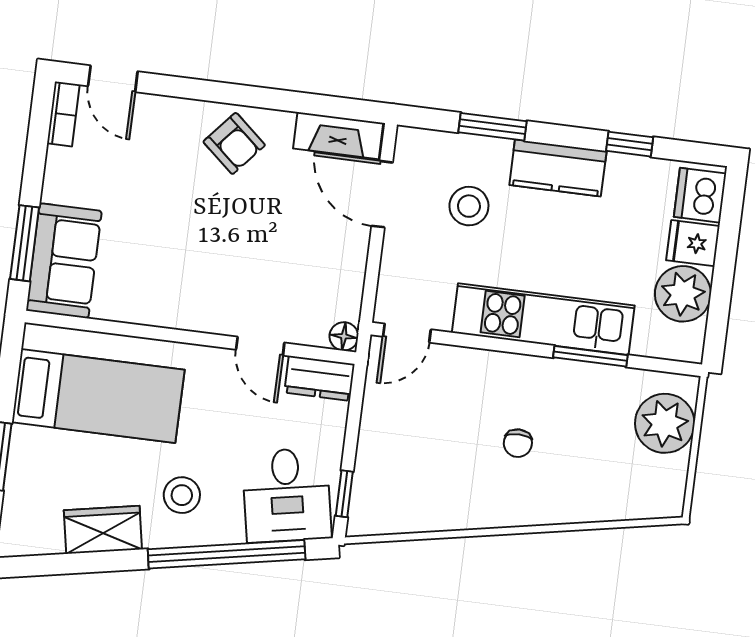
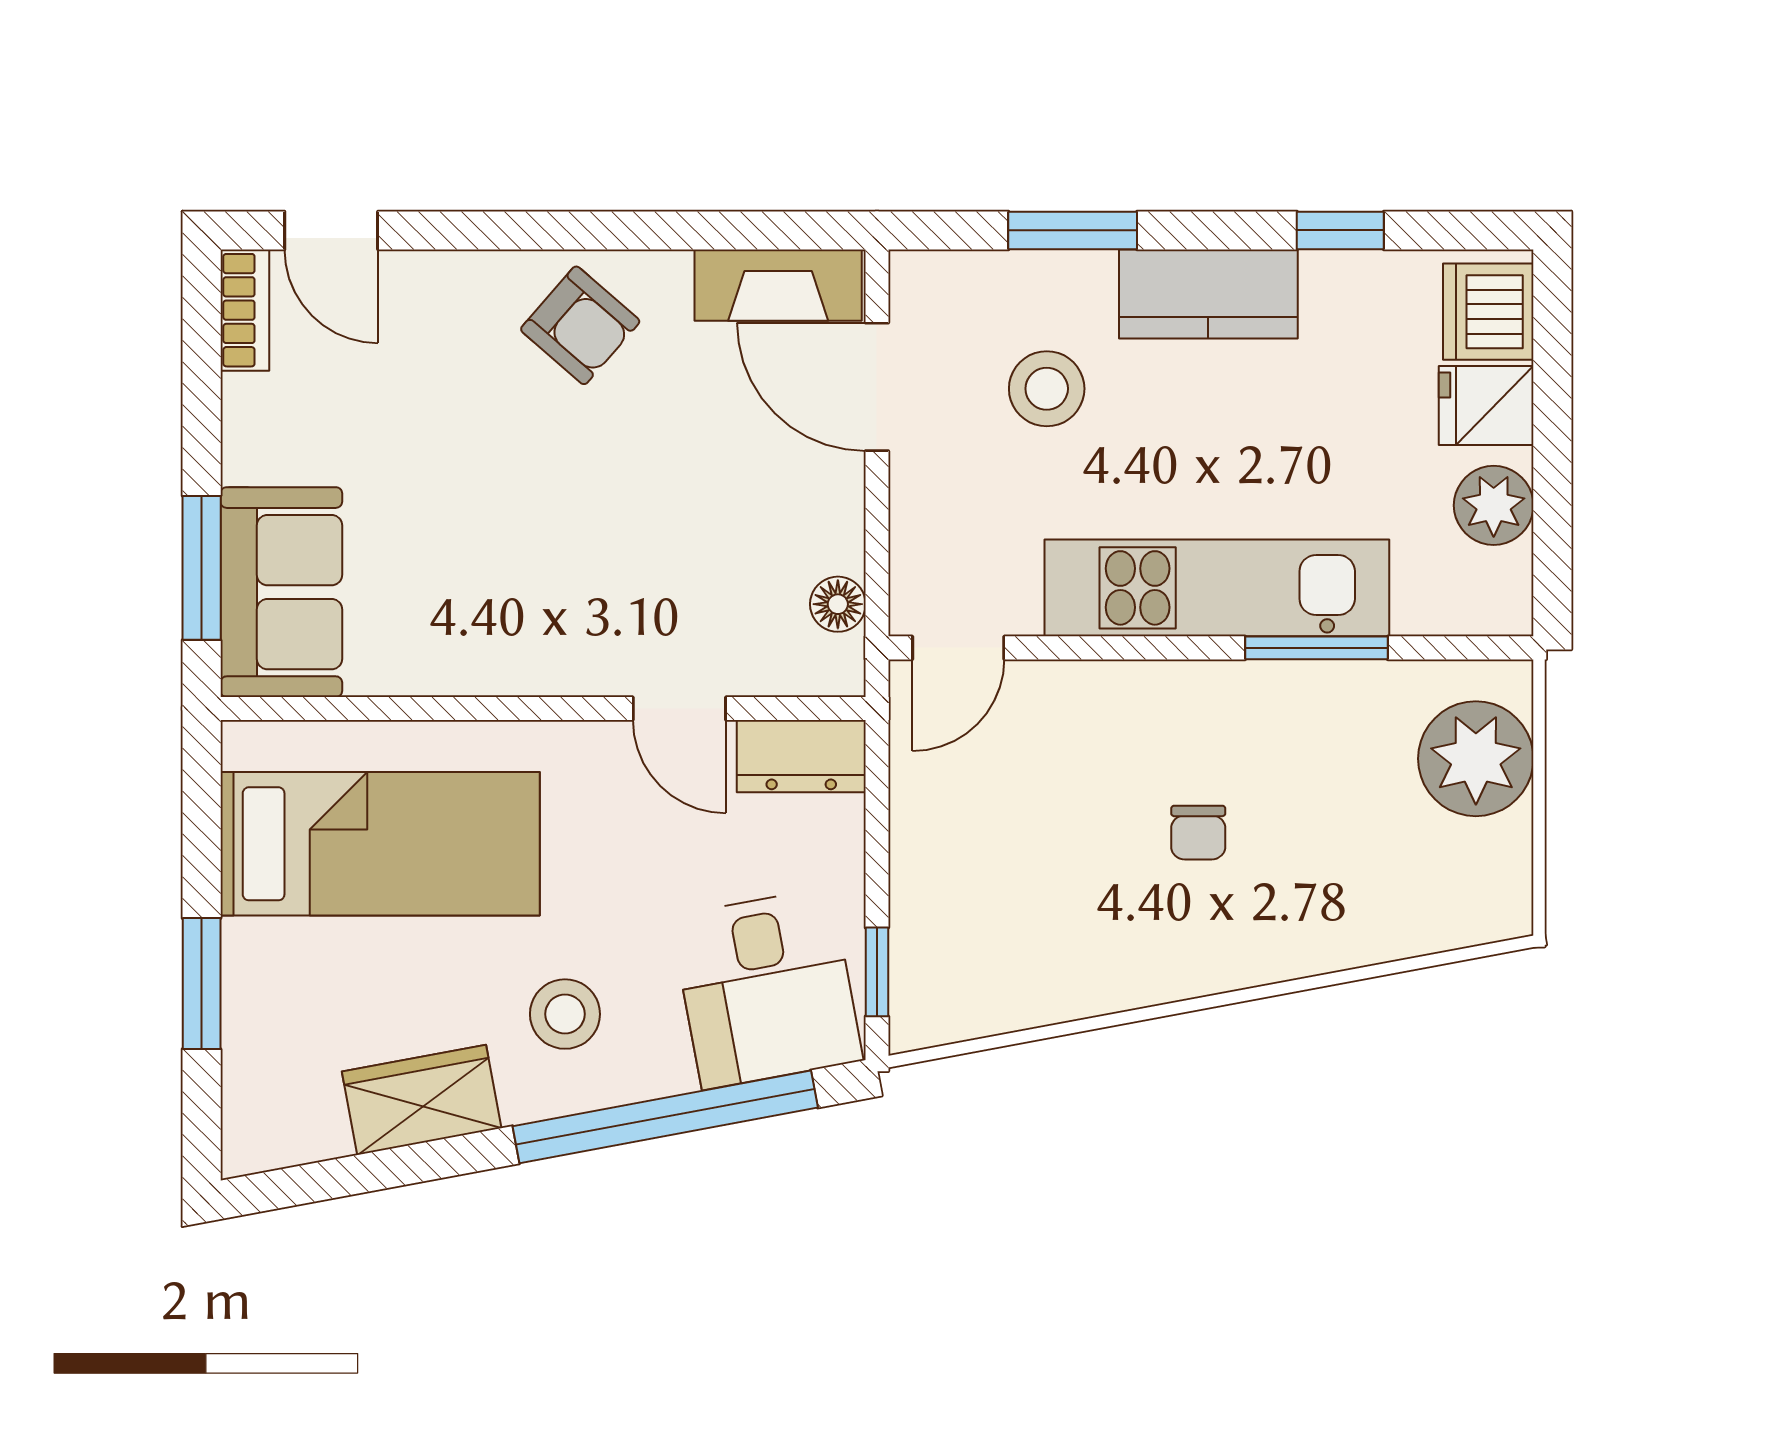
plant: (683, 294) -> (1494, 505), width x0.73, depth x0.73
floor lamp: (344, 336) -> (838, 604), moved

